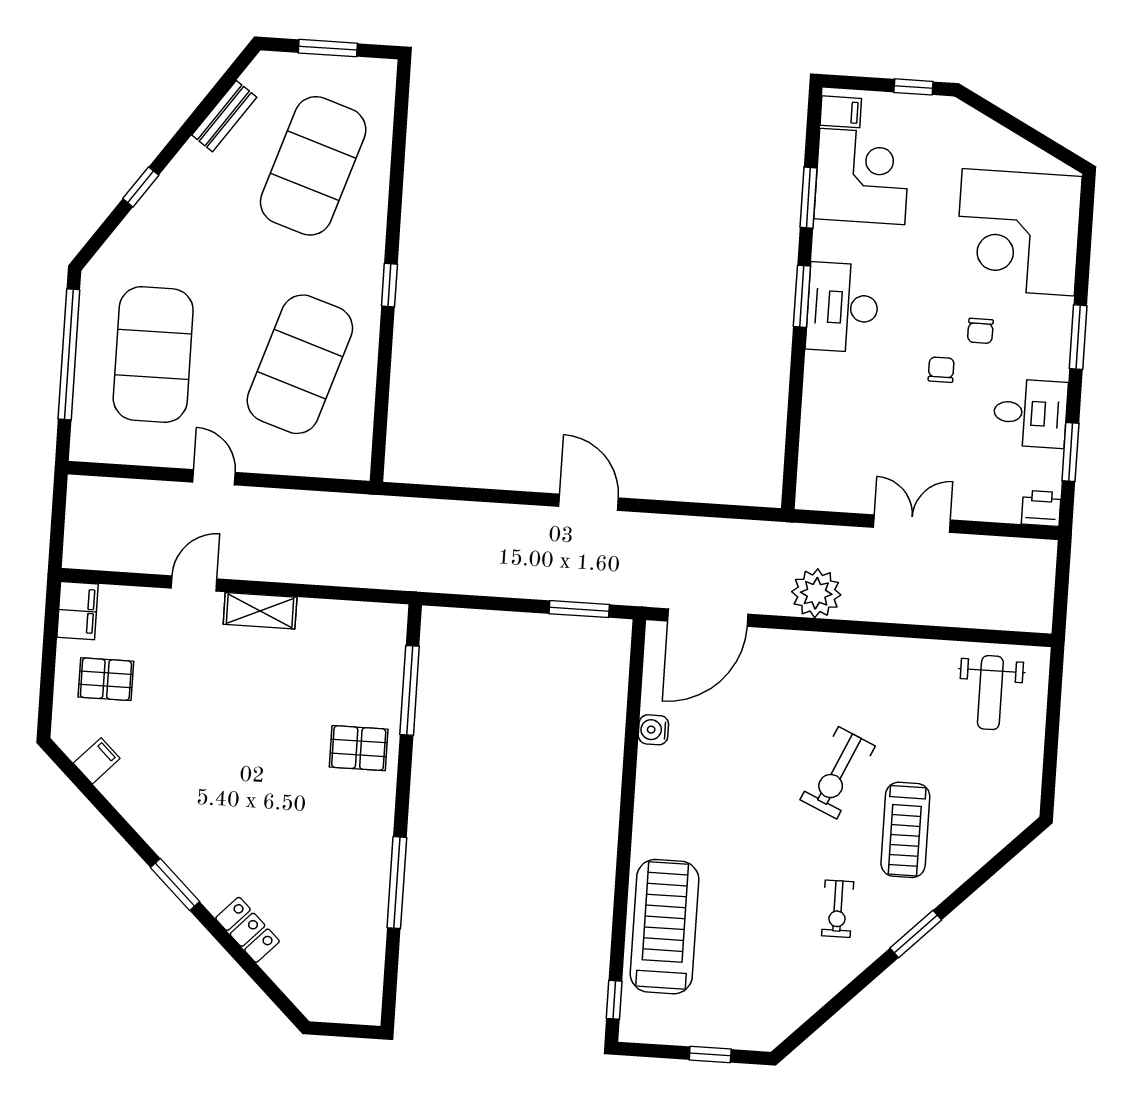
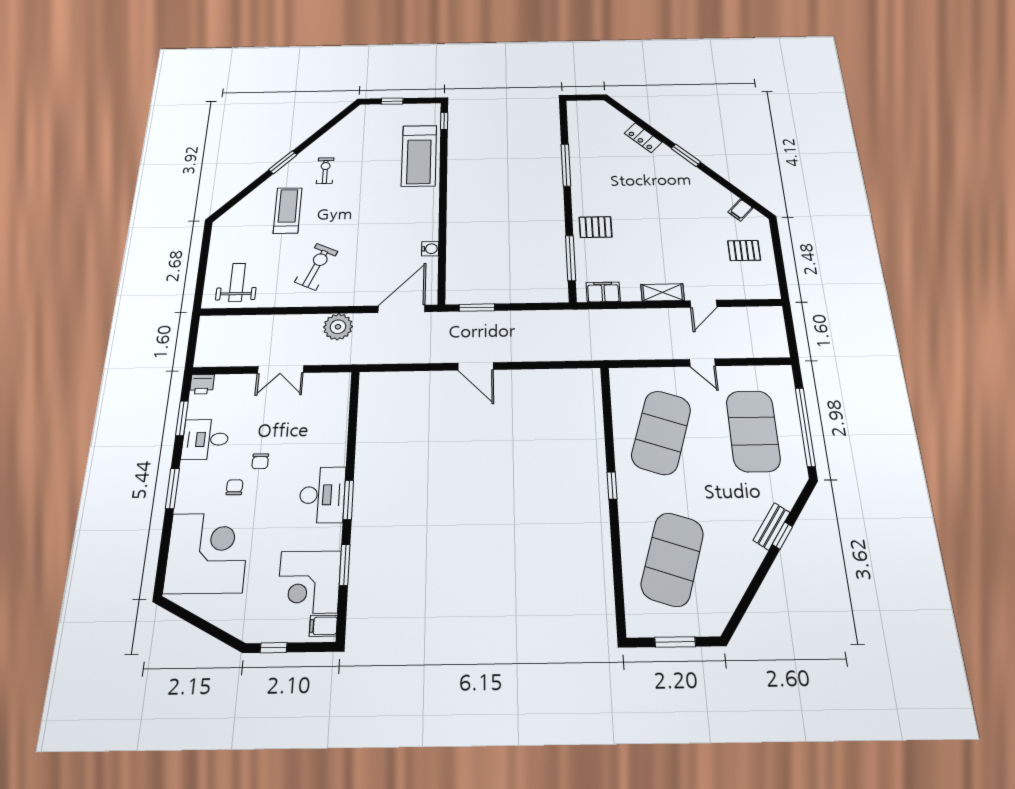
bench: (224, 116) -> (772, 526), moved
filing cabinet: (77, 611) -> (603, 292), moved, turned 90
exercise bike: (838, 773) -> (316, 267), moved

